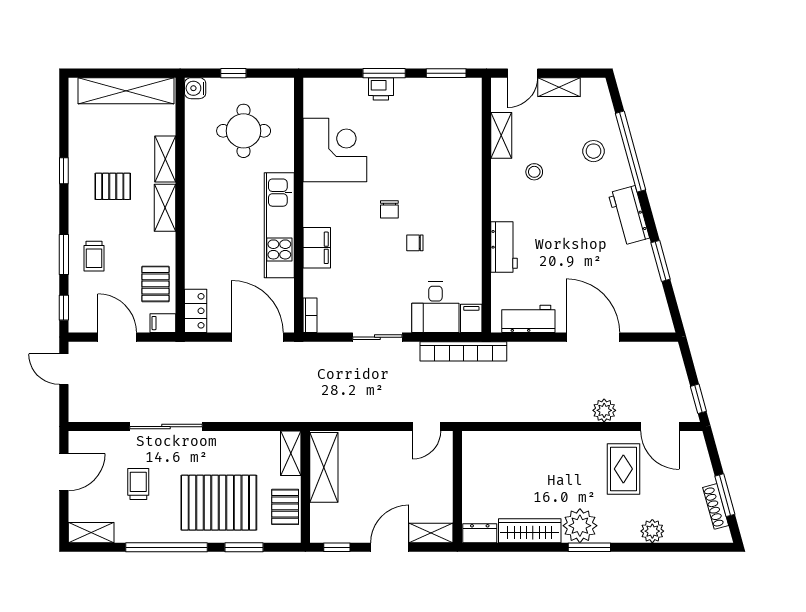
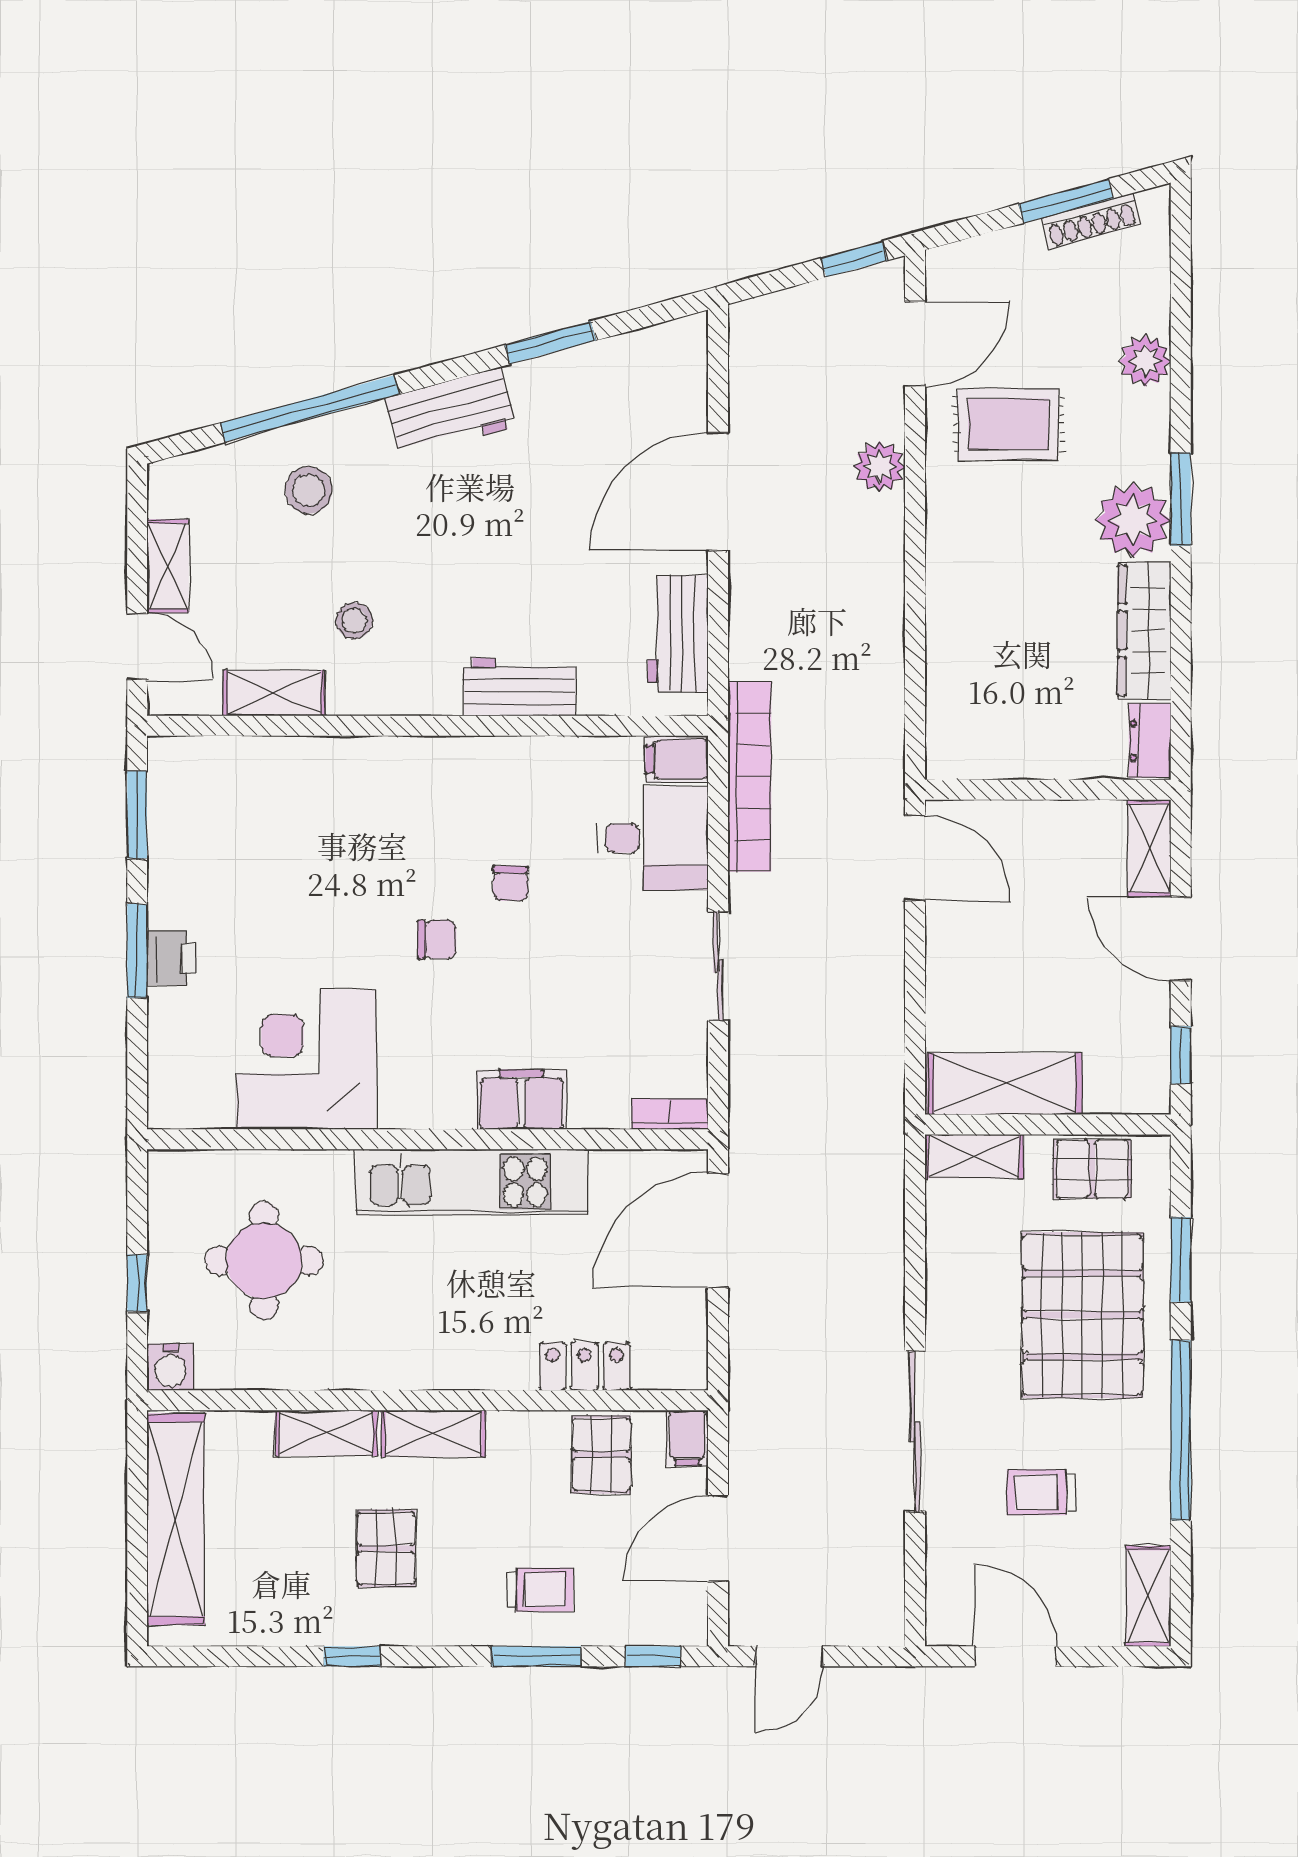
pallet: (155, 284) -> (601, 1455), turned 90
locker: (196, 311) -> (584, 1366), moved
door: (426, 427) -> (915, 858), width x1.38

